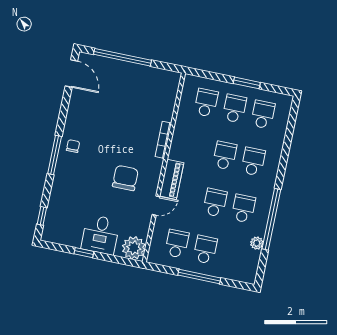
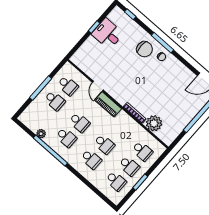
chair: (125, 178) -> (144, 49), moved
desk: (100, 235) -> (107, 34), moved
plant: (134, 248) -> (154, 123), moved

